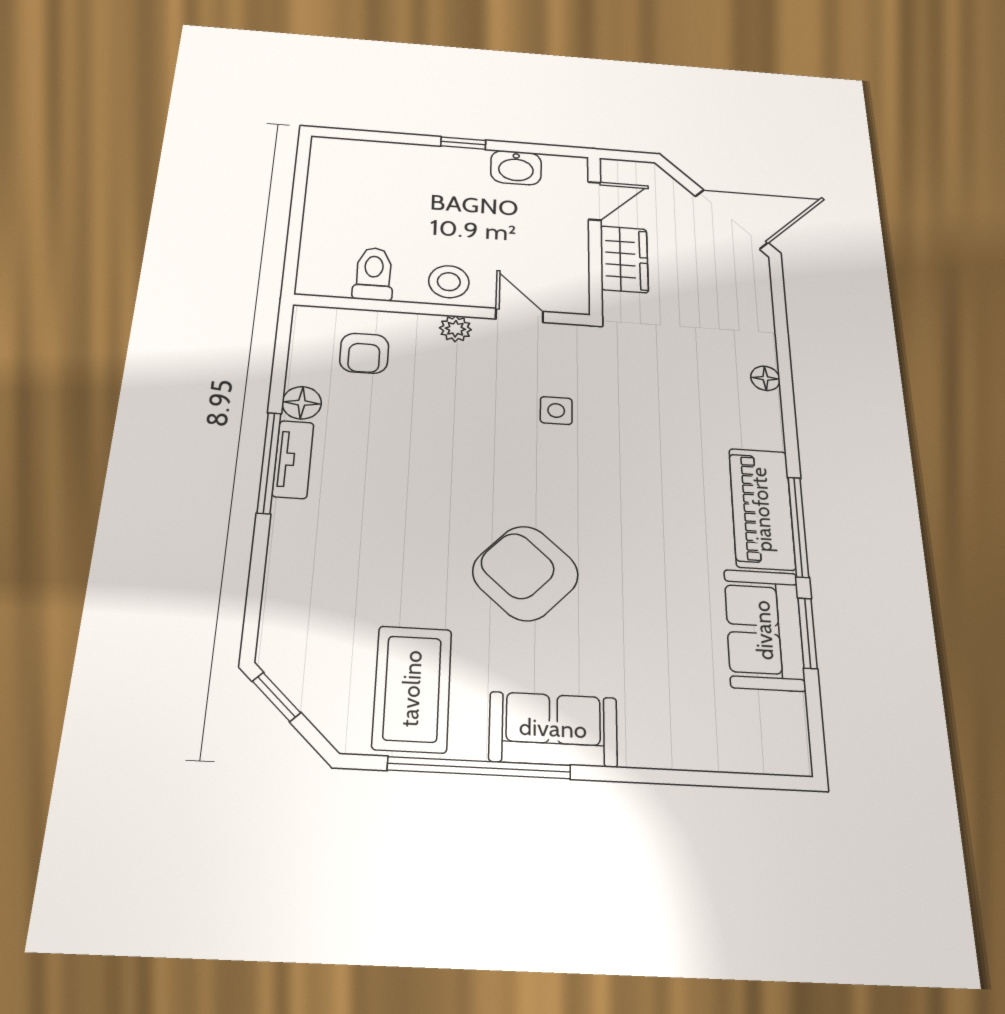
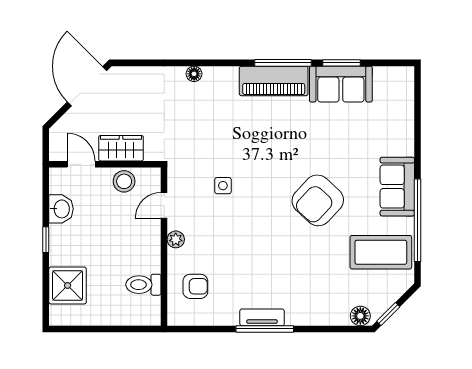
shower: (380, 166) -> (68, 285), added
stool: (449, 282) -> (124, 181), moved
floor lamp: (302, 403) -> (360, 316), moved

